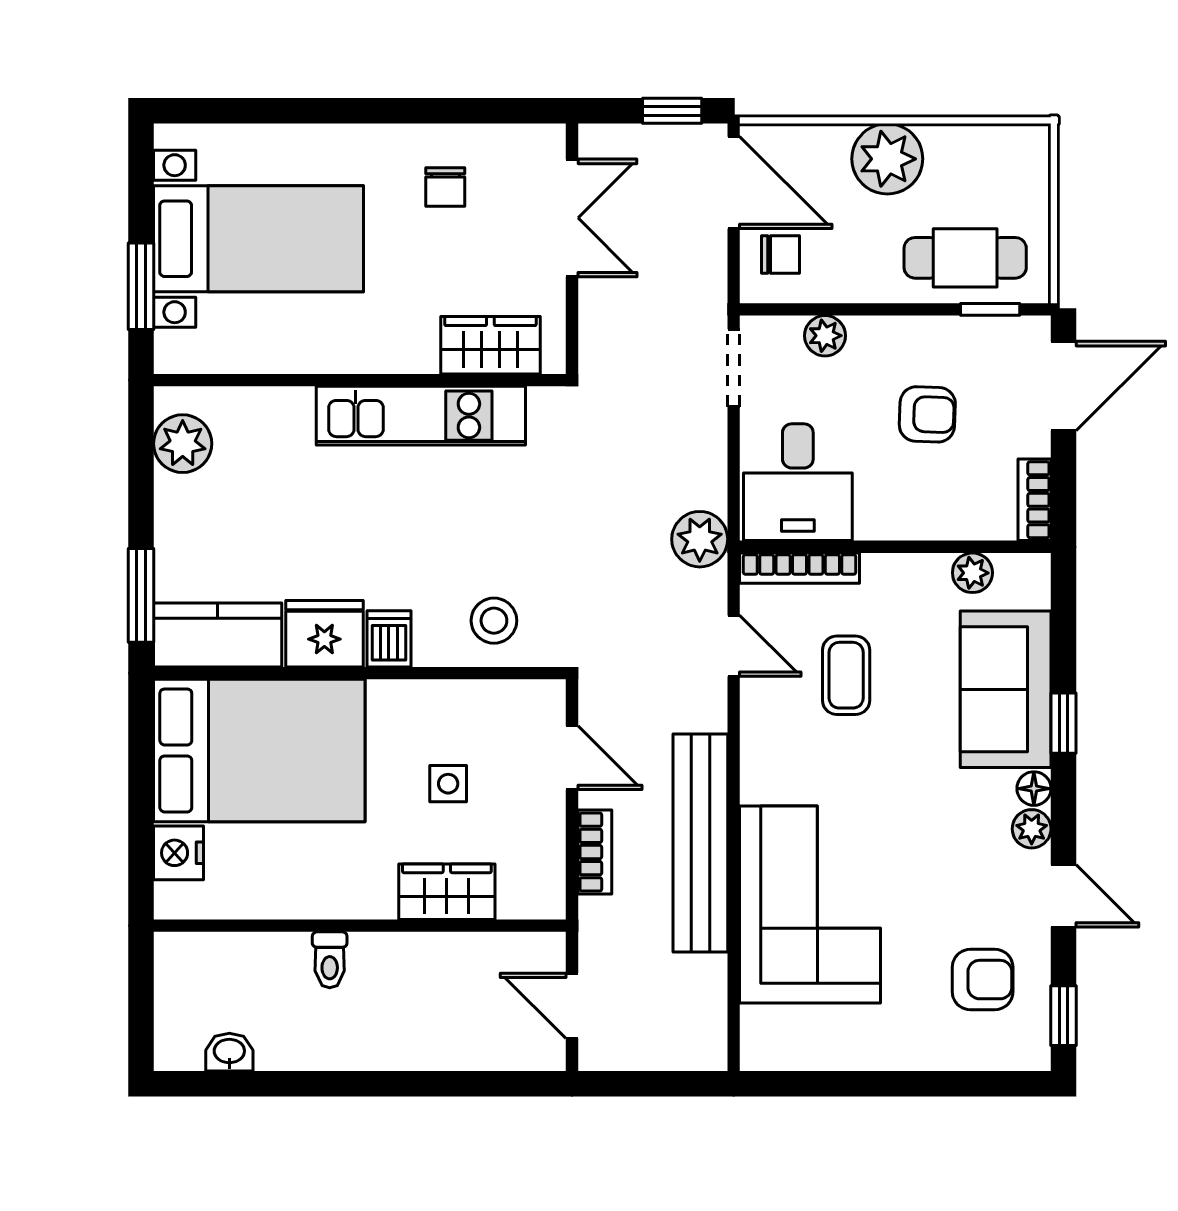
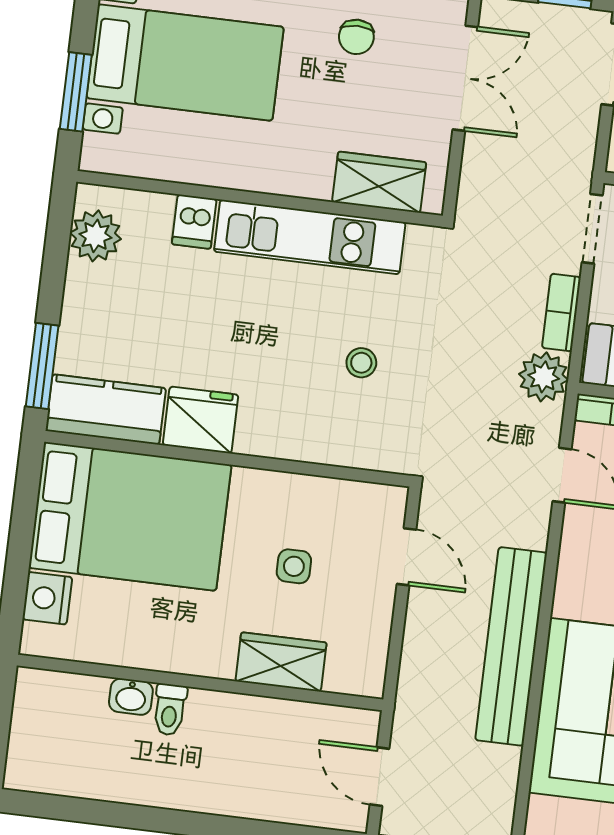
stool: (494, 621) -> (361, 363), moved, width x0.73, depth x0.73
dishwasher: (389, 639) -> (194, 222), moved, turned 180
bookcase: (595, 852) -> (561, 313), moved, turned 180
washbasin: (229, 1052) -> (131, 697), moved, turned 180

